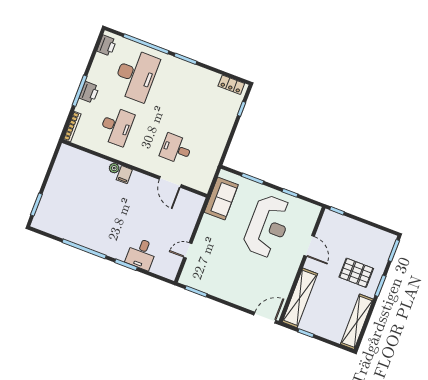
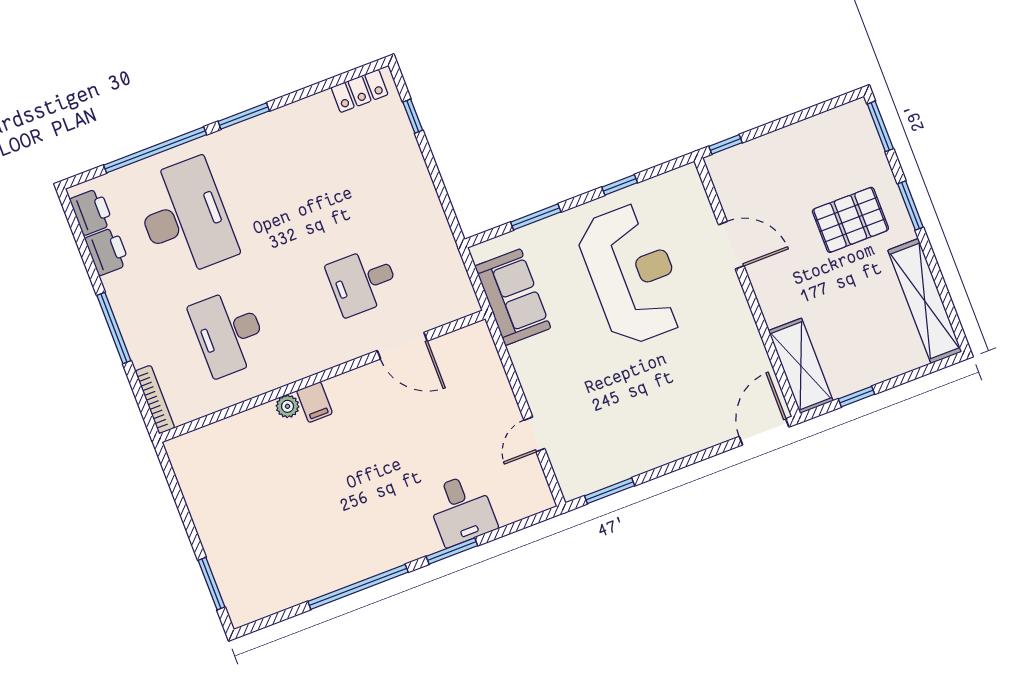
printer: (89, 92) -> (107, 251), moved
desk: (116, 126) -> (229, 333), turned 180
shelving: (300, 298) -> (801, 366), width x0.68

